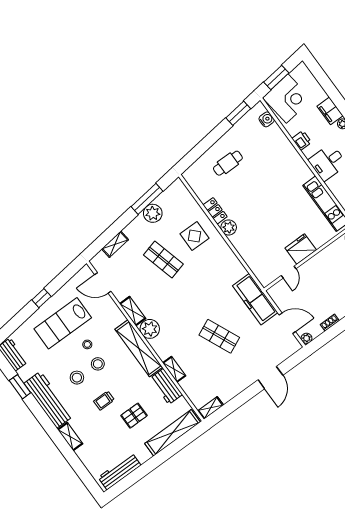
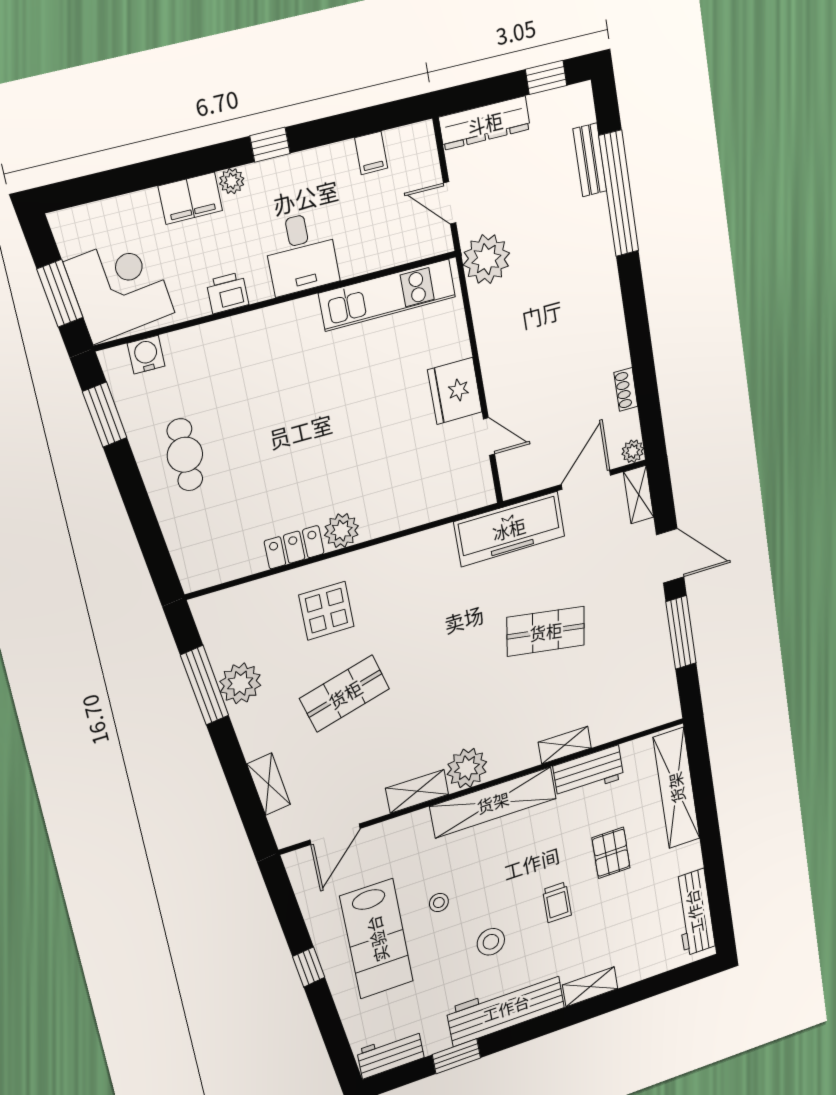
cafe table: (228, 163) -> (185, 455), moved
shop shelf: (219, 336) -> (546, 631), turned 33
stool: (98, 364) -> (485, 893), removed
window: (240, 400) -> (681, 633), added
shelving: (211, 408) -> (639, 495), moved

